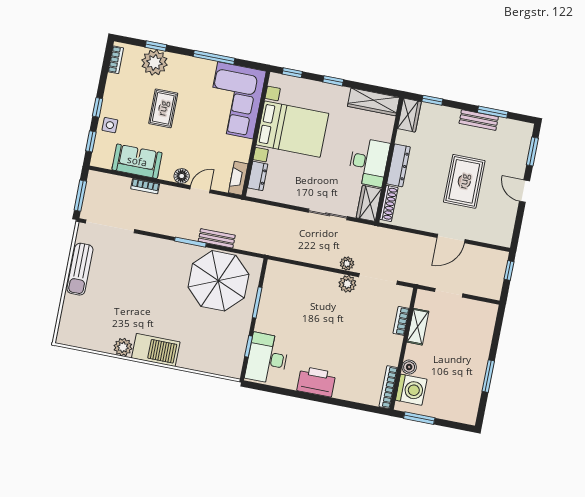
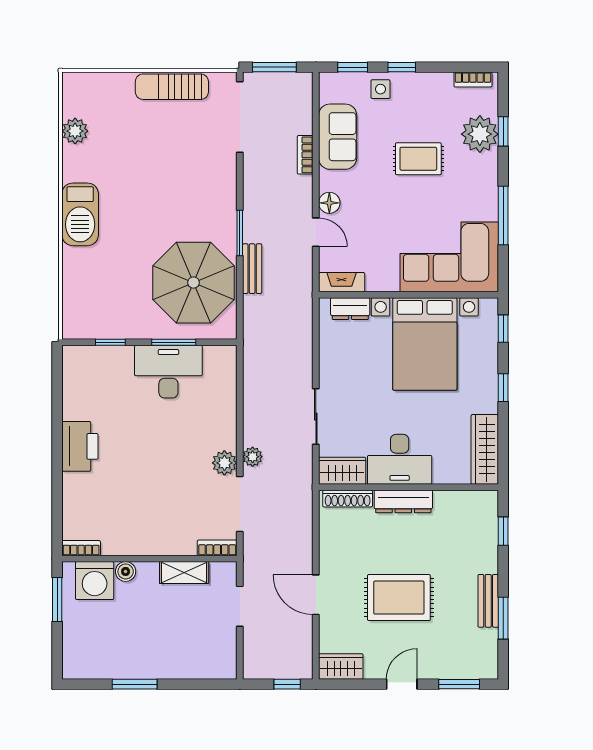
wardrobe: (409, 115) -> (341, 666), moved, turned 180
bookcase: (401, 321) -> (217, 548), moved
plant: (123, 347) -> (75, 131), moved
desk: (267, 358) -> (168, 372), moved
bookcase: (388, 387) -> (81, 548), width x0.64

